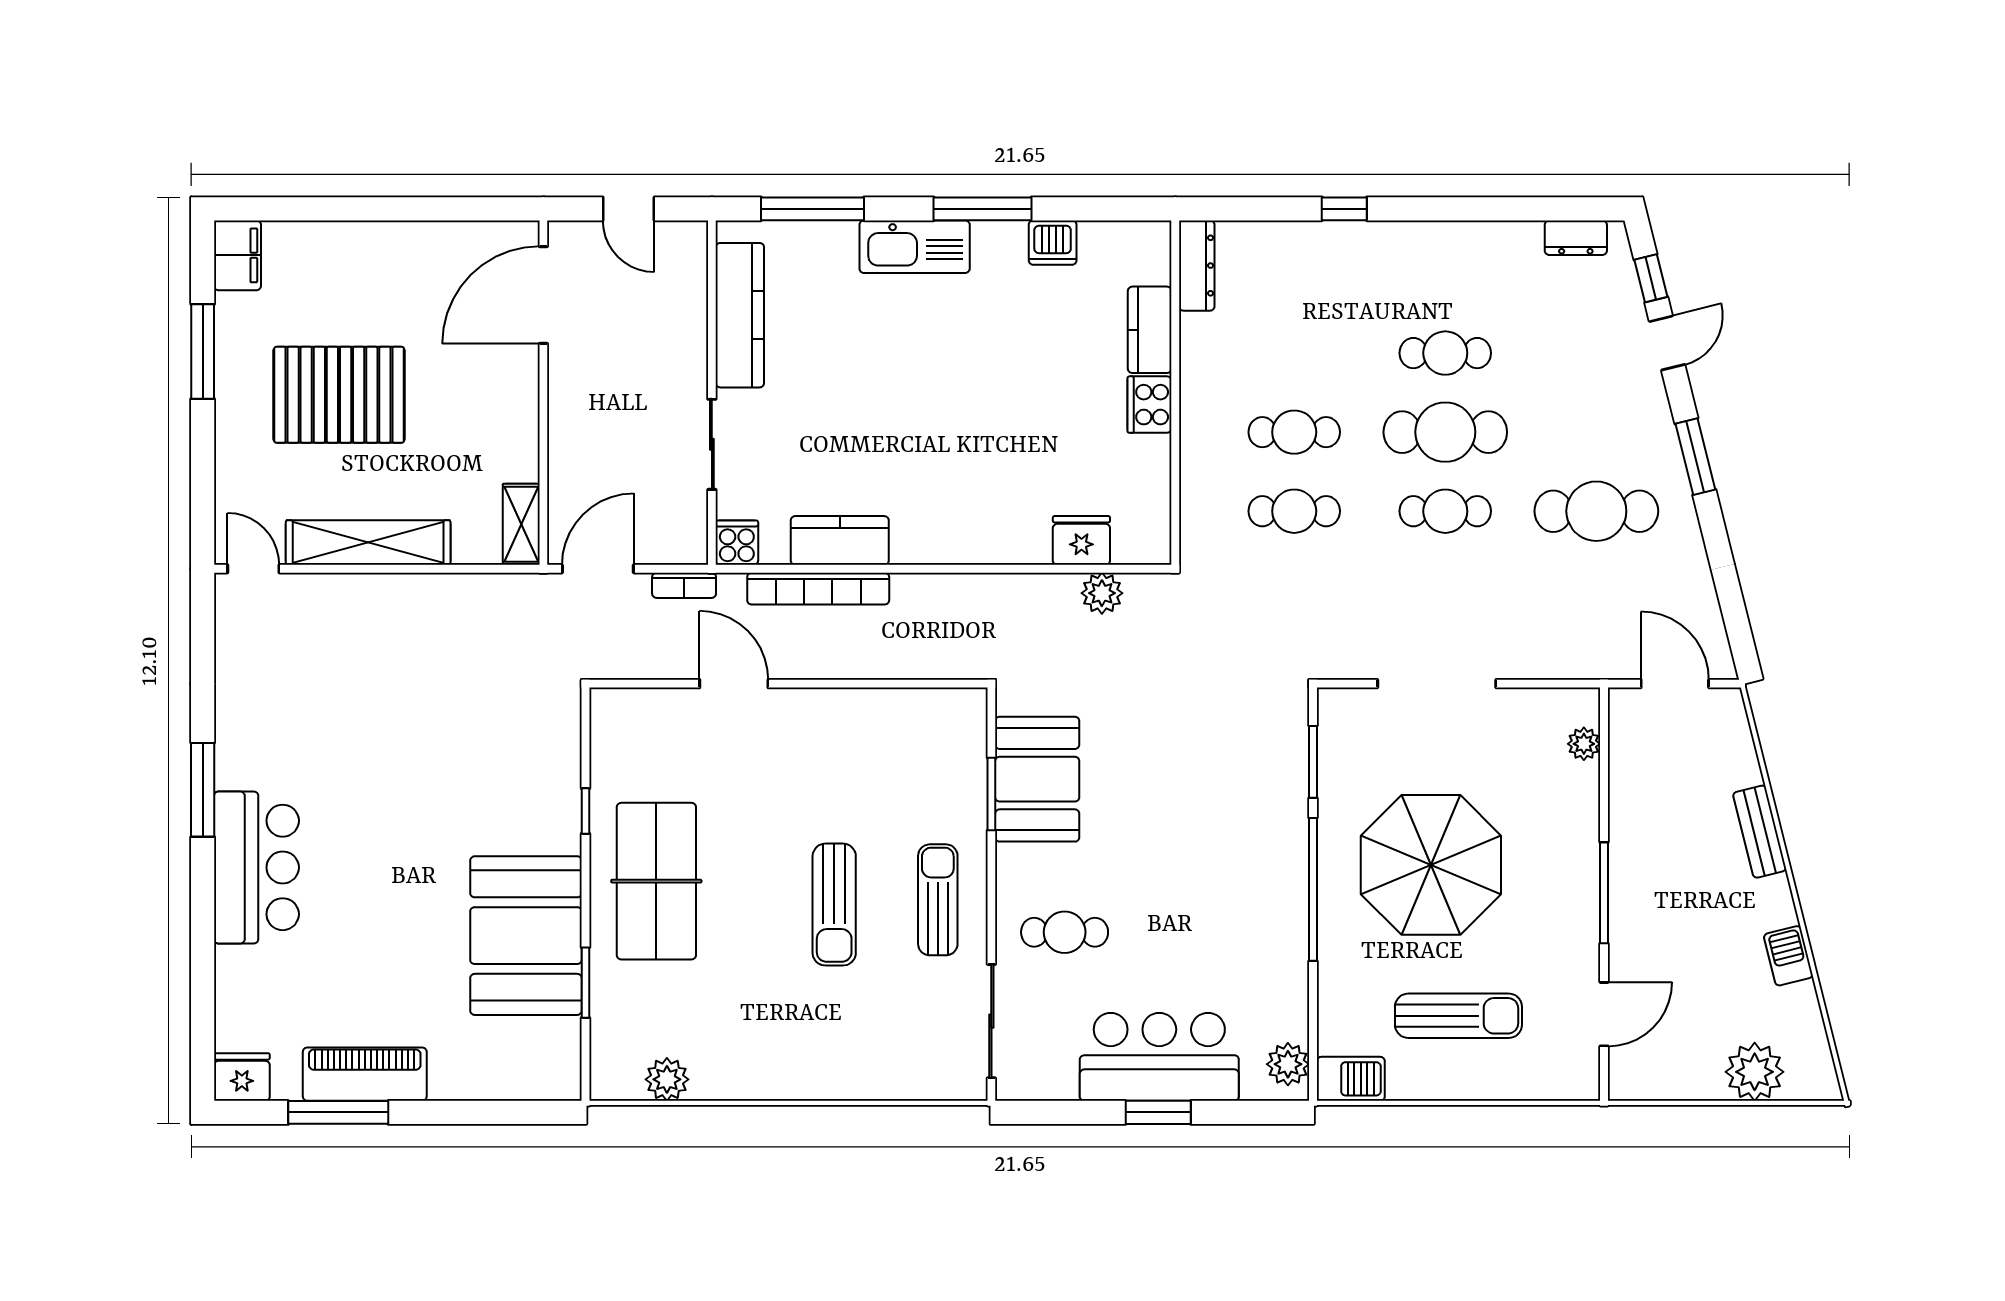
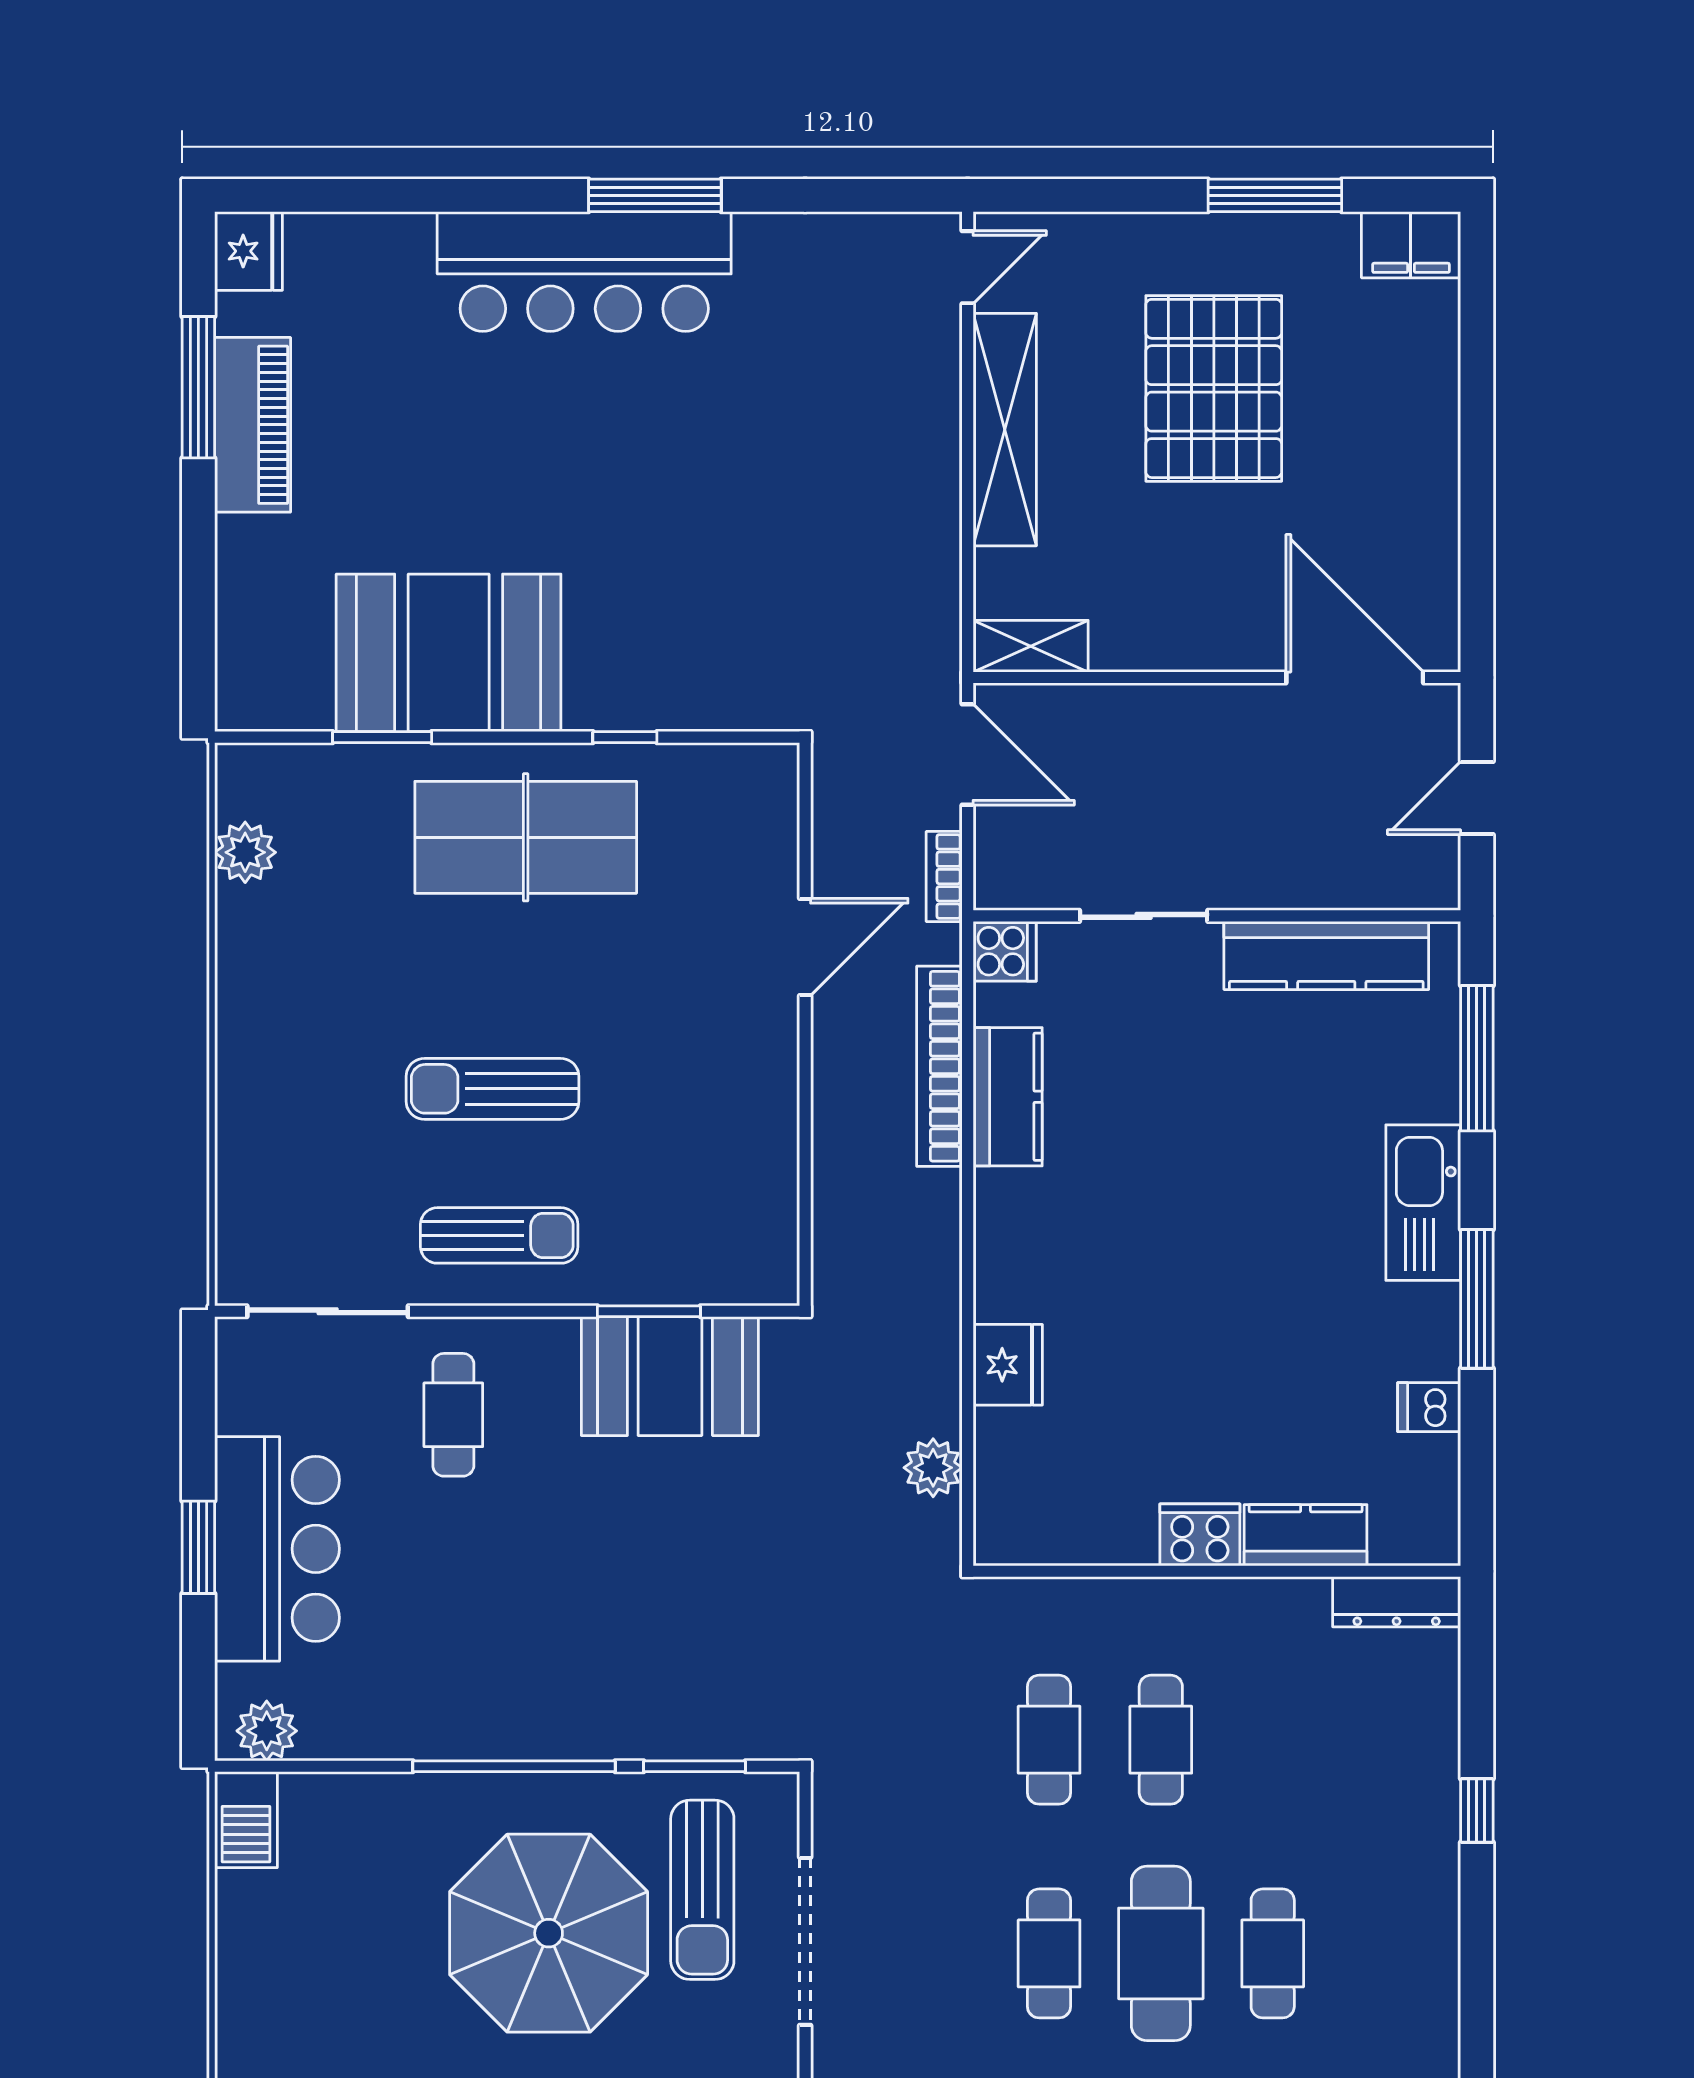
dishwasher: (1053, 243) -> (1429, 1407), width x0.73
fridge: (1081, 540) -> (1008, 1365), moved
bar counter: (256, 867) -> (584, 272), width x1.36
sun lounger: (1458, 1016) -> (702, 1890), moved

